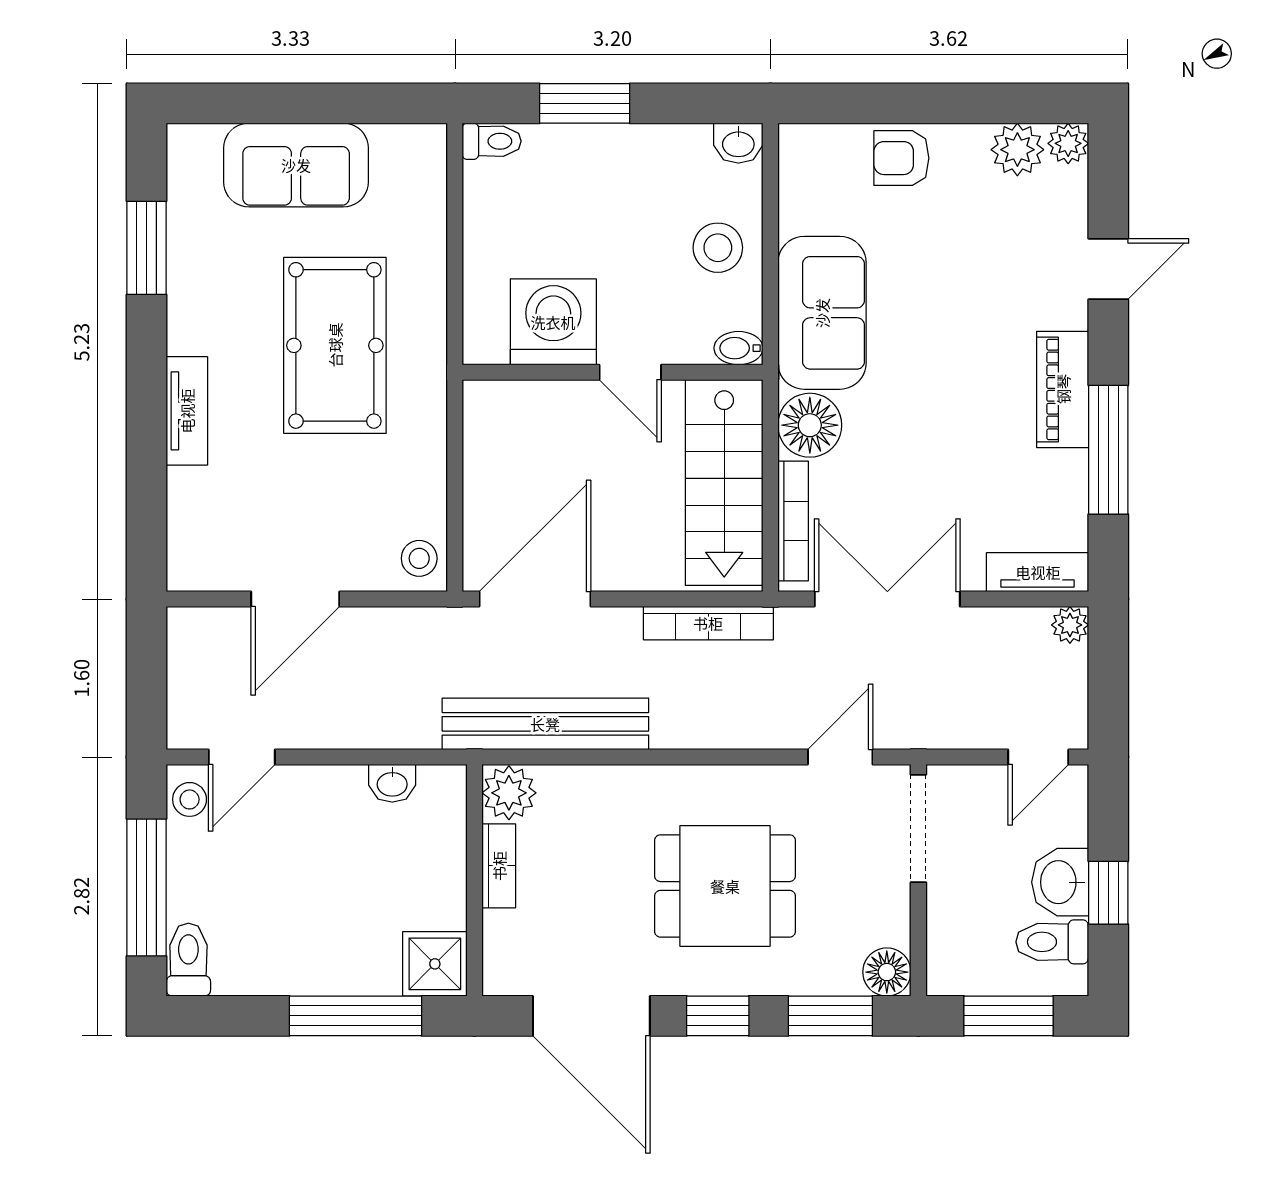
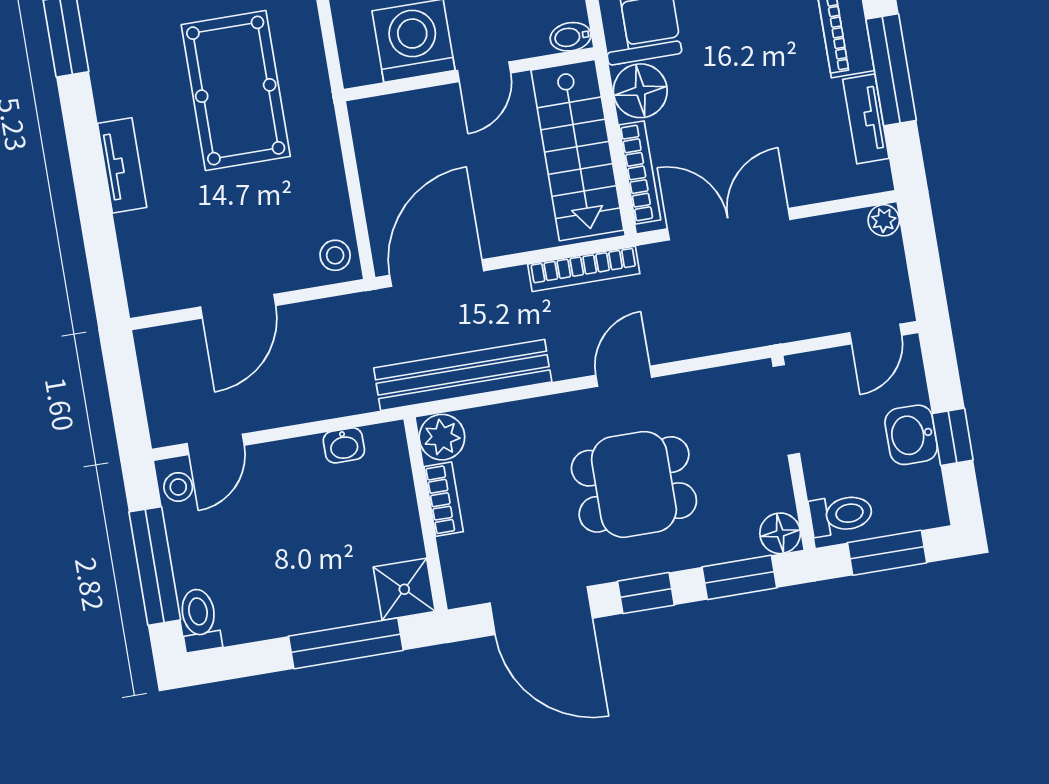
door: (630, 372) -> (484, 72), hinge flipped
tv unit: (1038, 572) -> (866, 119), moved, turned -90
door: (840, 757) -> (624, 376), moved
toilet: (1052, 942) -> (841, 515), moved, turned 180

